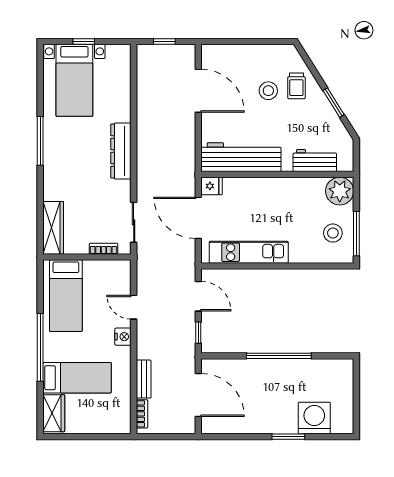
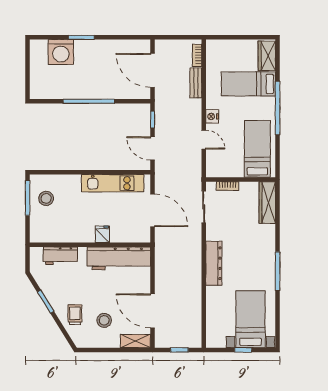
shelving: (220, 53) -> (135, 341), added
stool: (268, 91) -> (104, 320), moved
fridge: (212, 186) -> (102, 234), moved, turned 90
plant: (340, 191) -> (41, 232), removed

